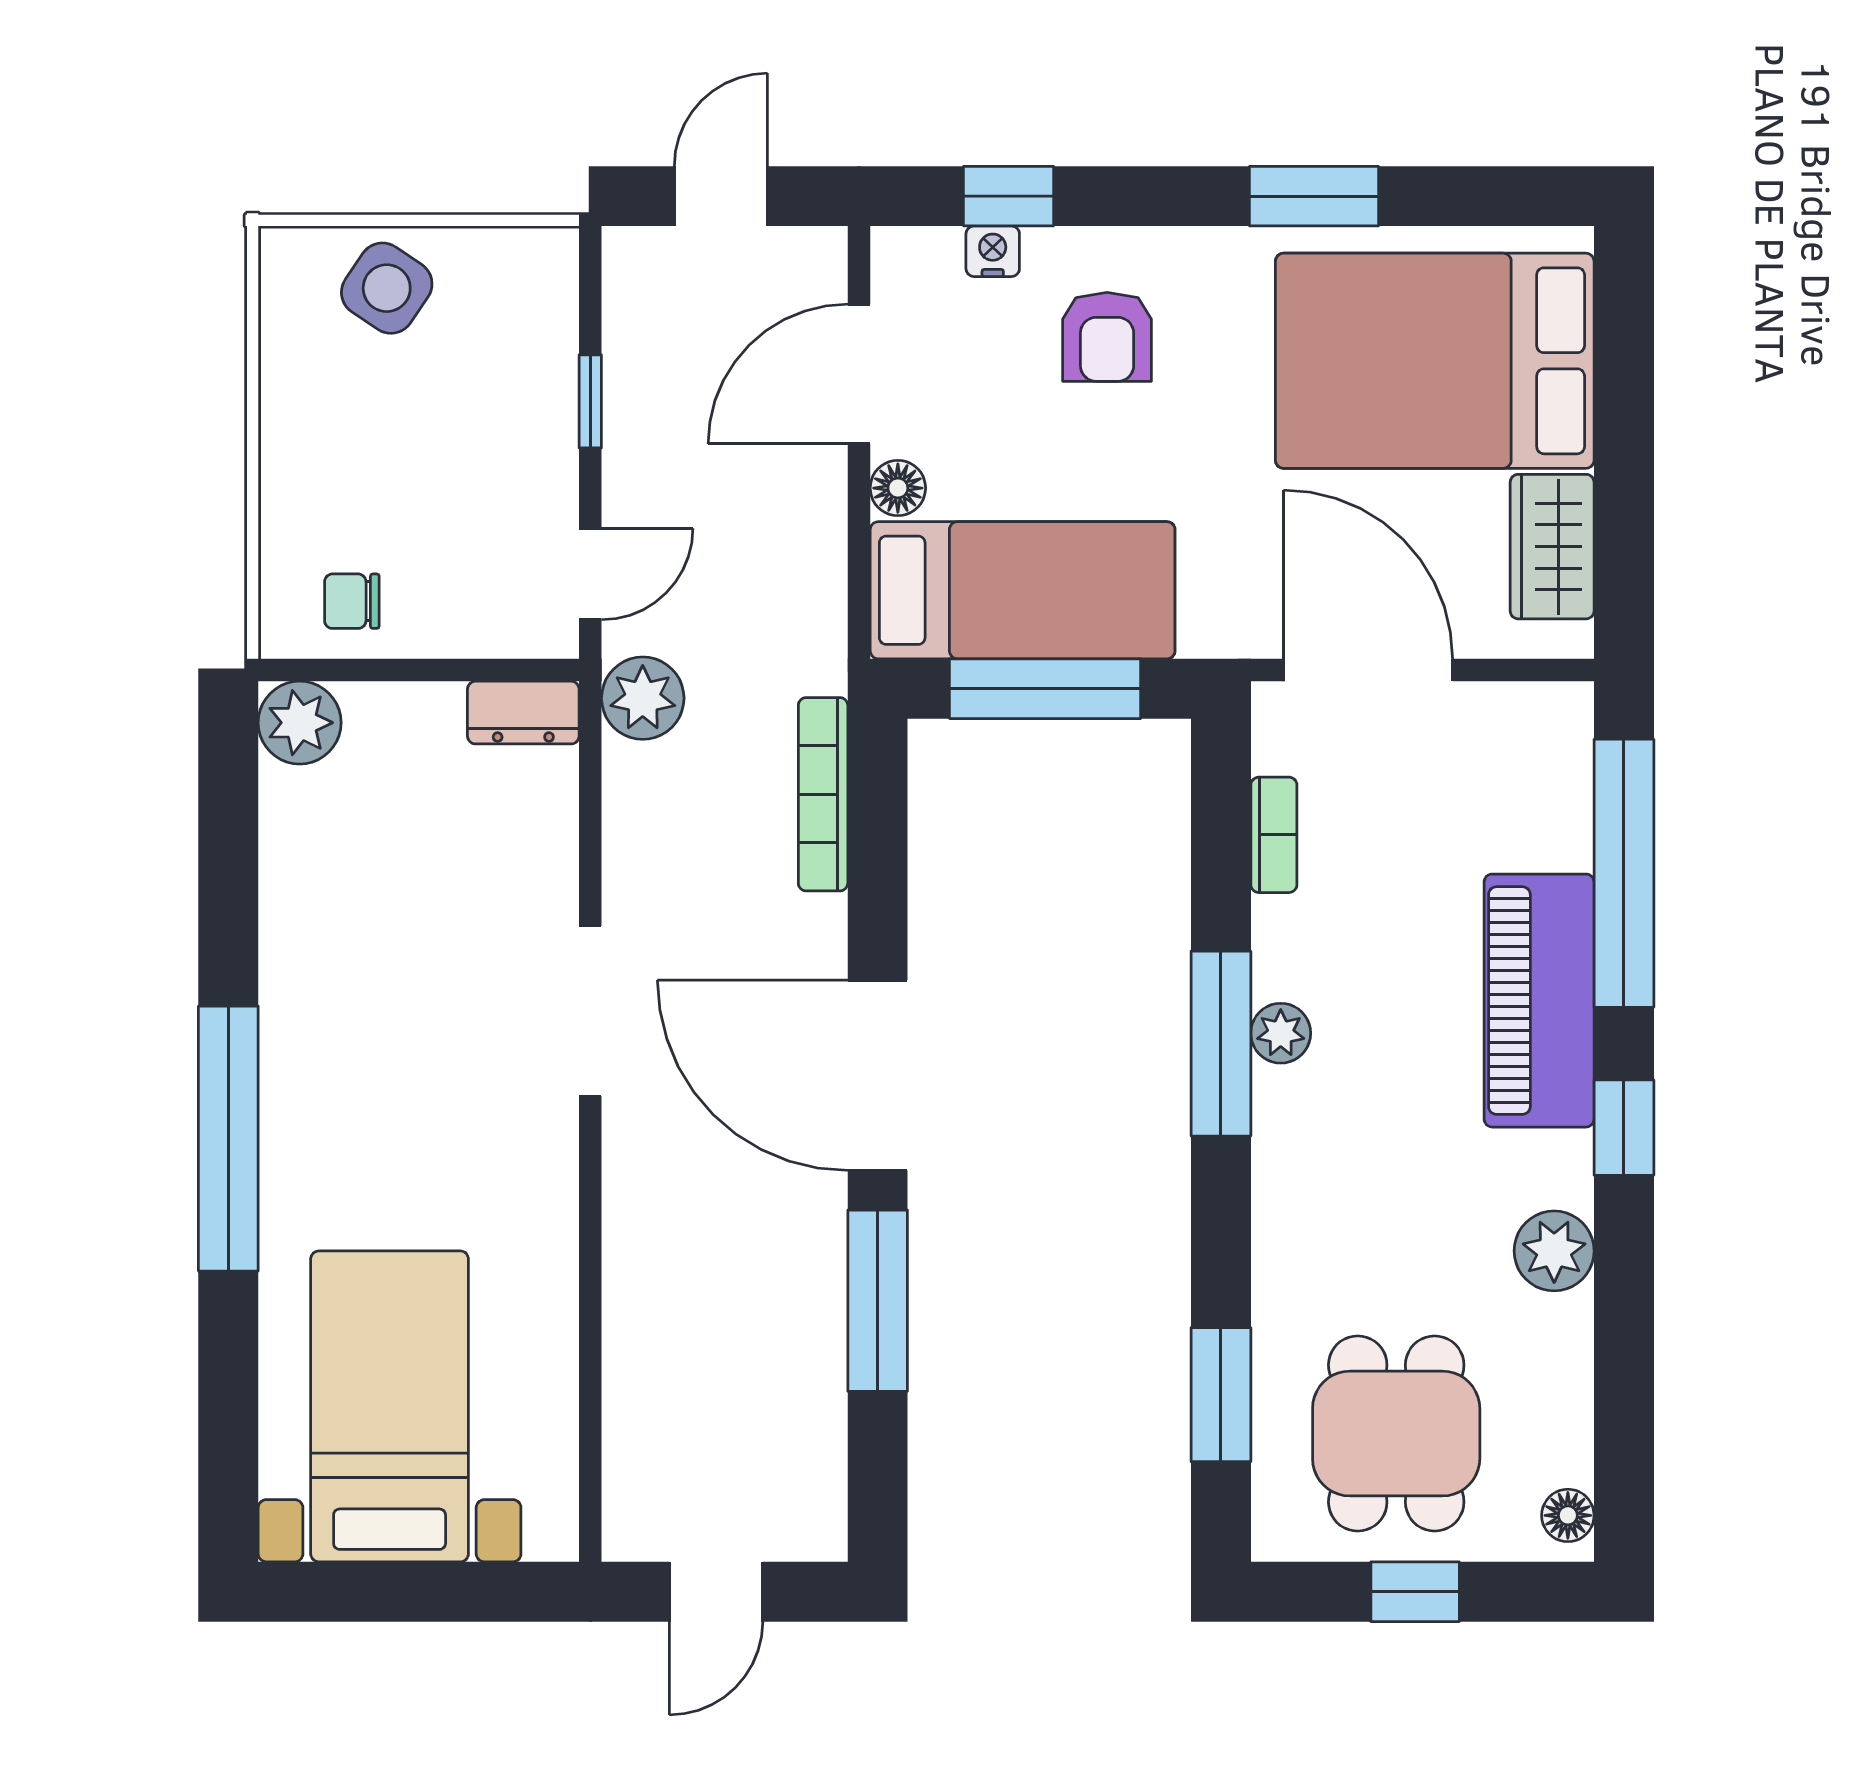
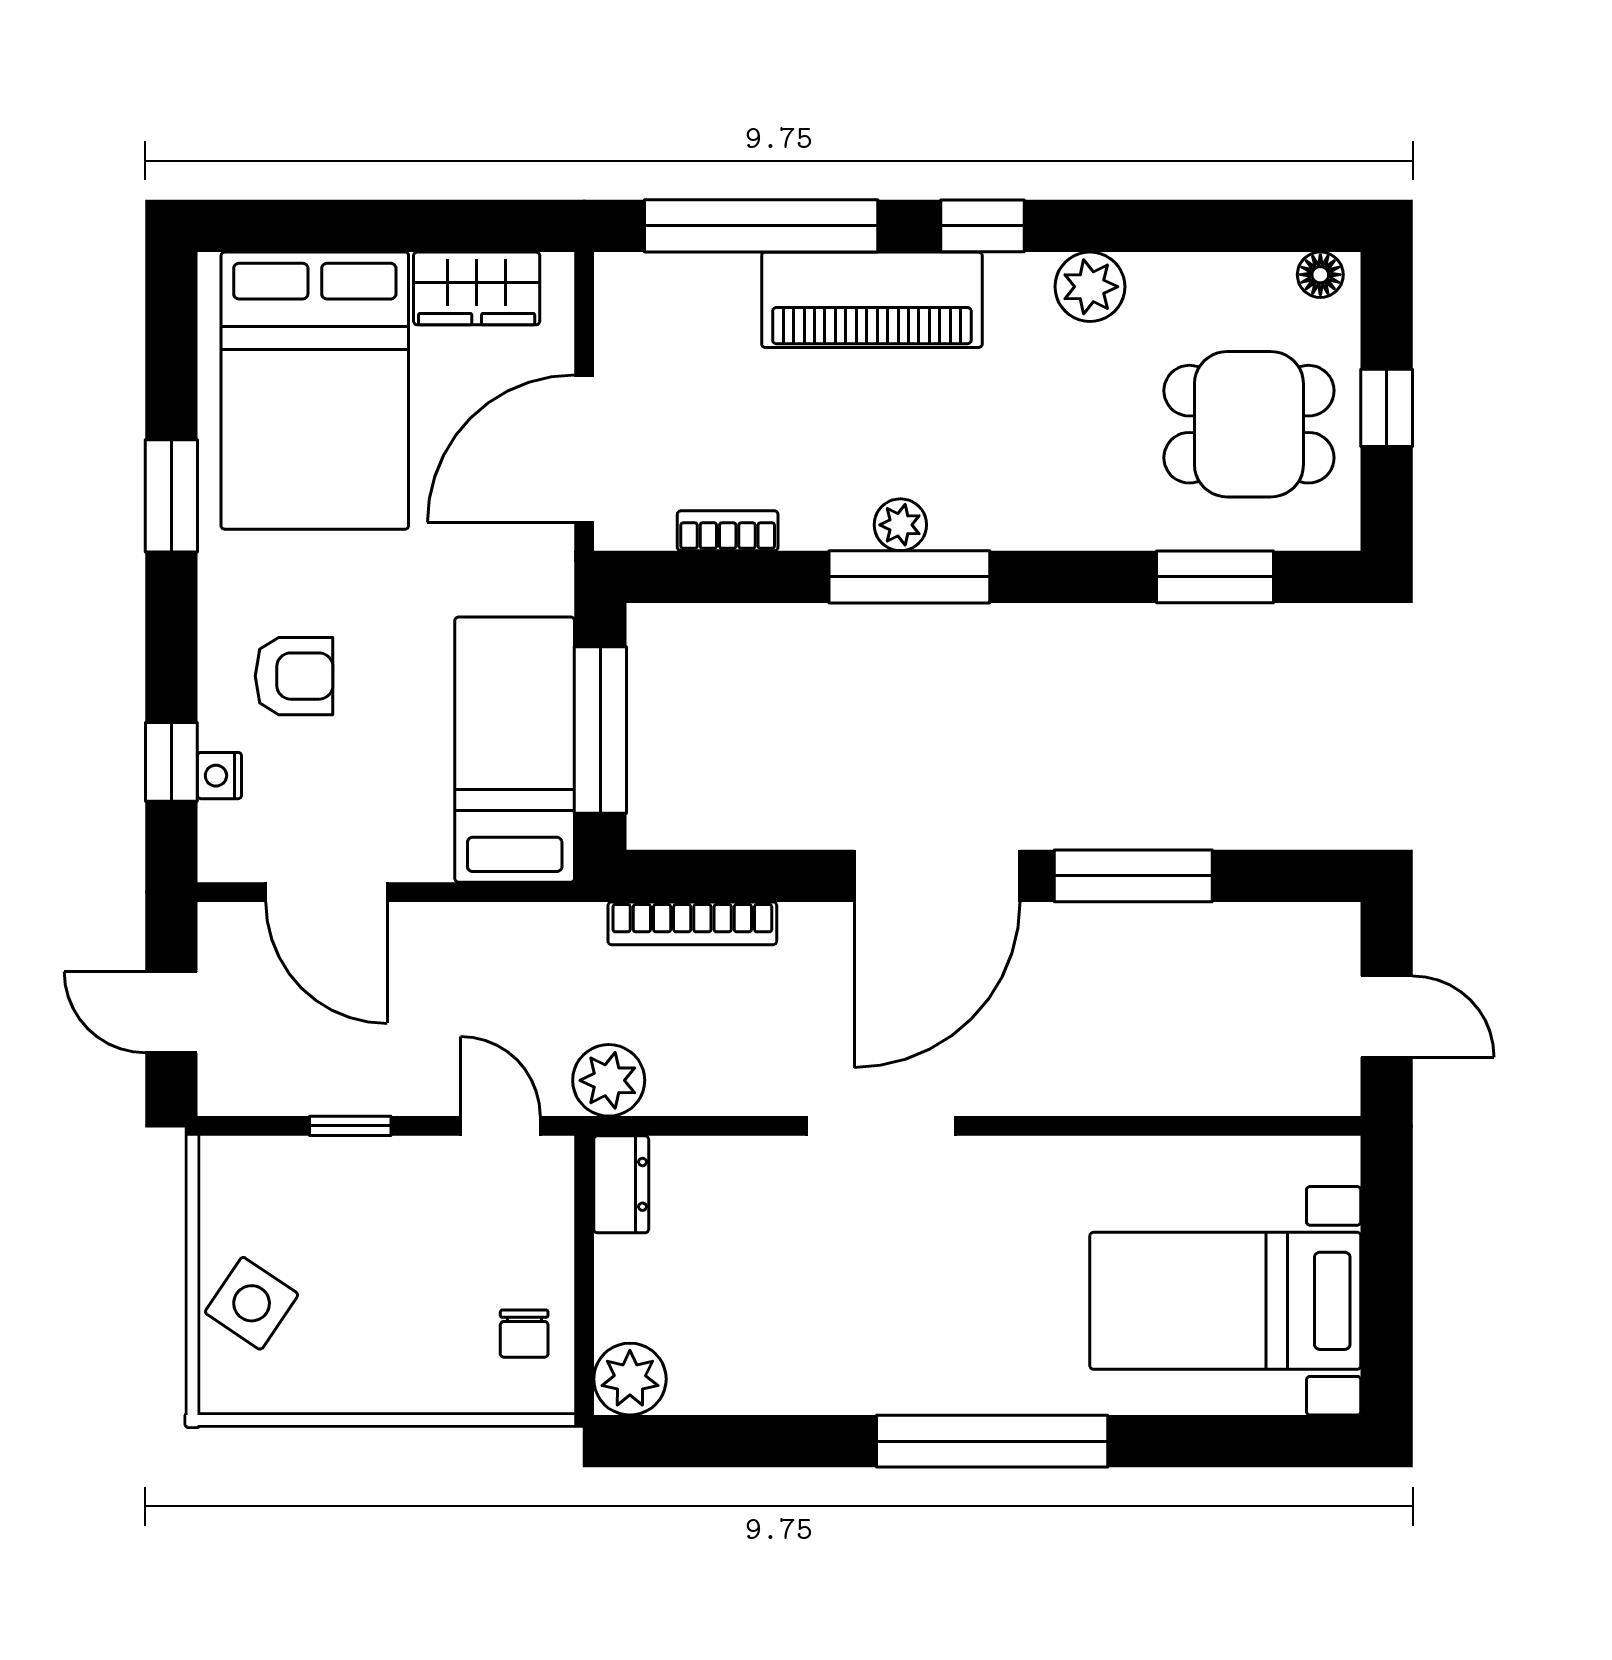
floor lamp: (898, 488) -> (426, 858), removed

